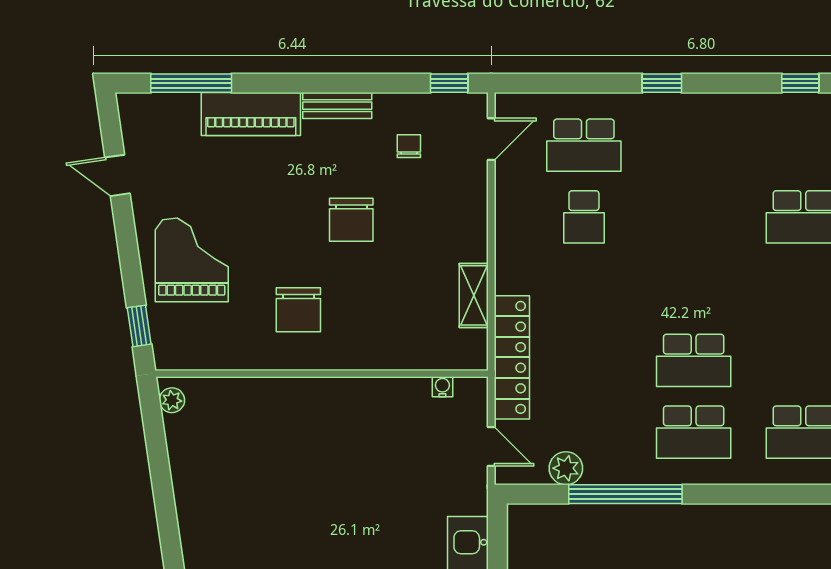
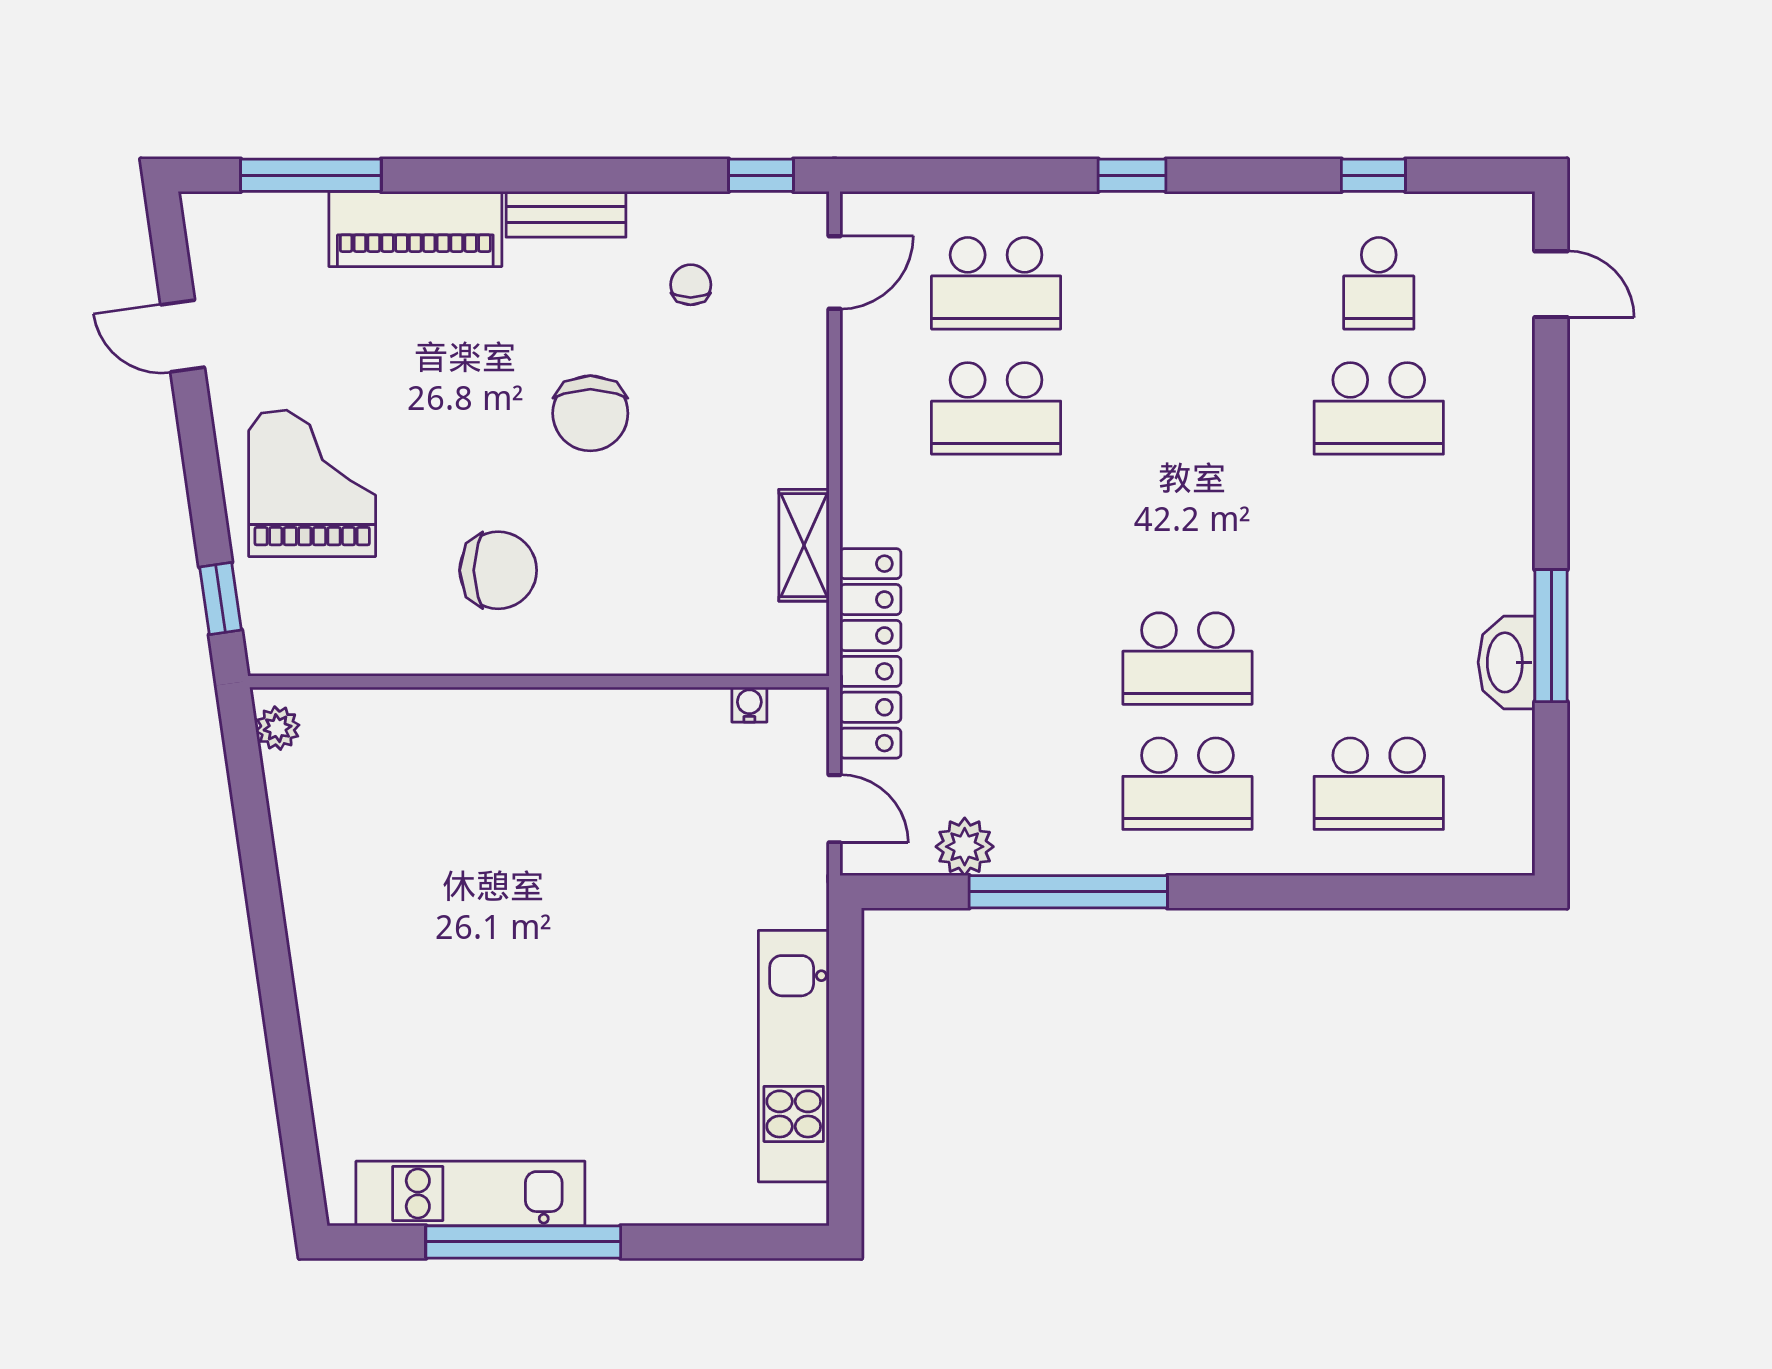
school desk: (803, 145) -> (1379, 283), added
school desk: (584, 217) -> (996, 408), width x1.85
chair: (298, 310) -> (498, 570), turned -90

